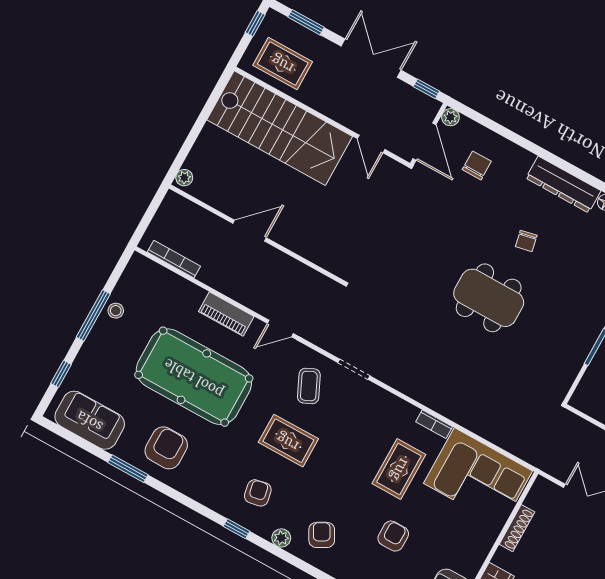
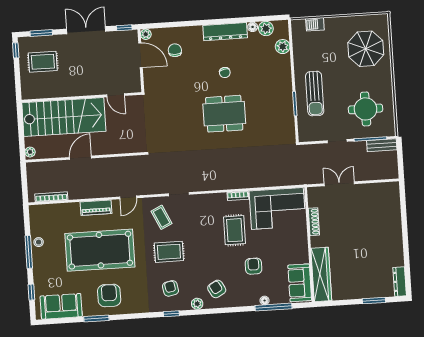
wall: (322, 117) -> (82, 97), moved
stairs: (280, 128) -> (64, 117), moved
door: (371, 144) -> (116, 95), moved

